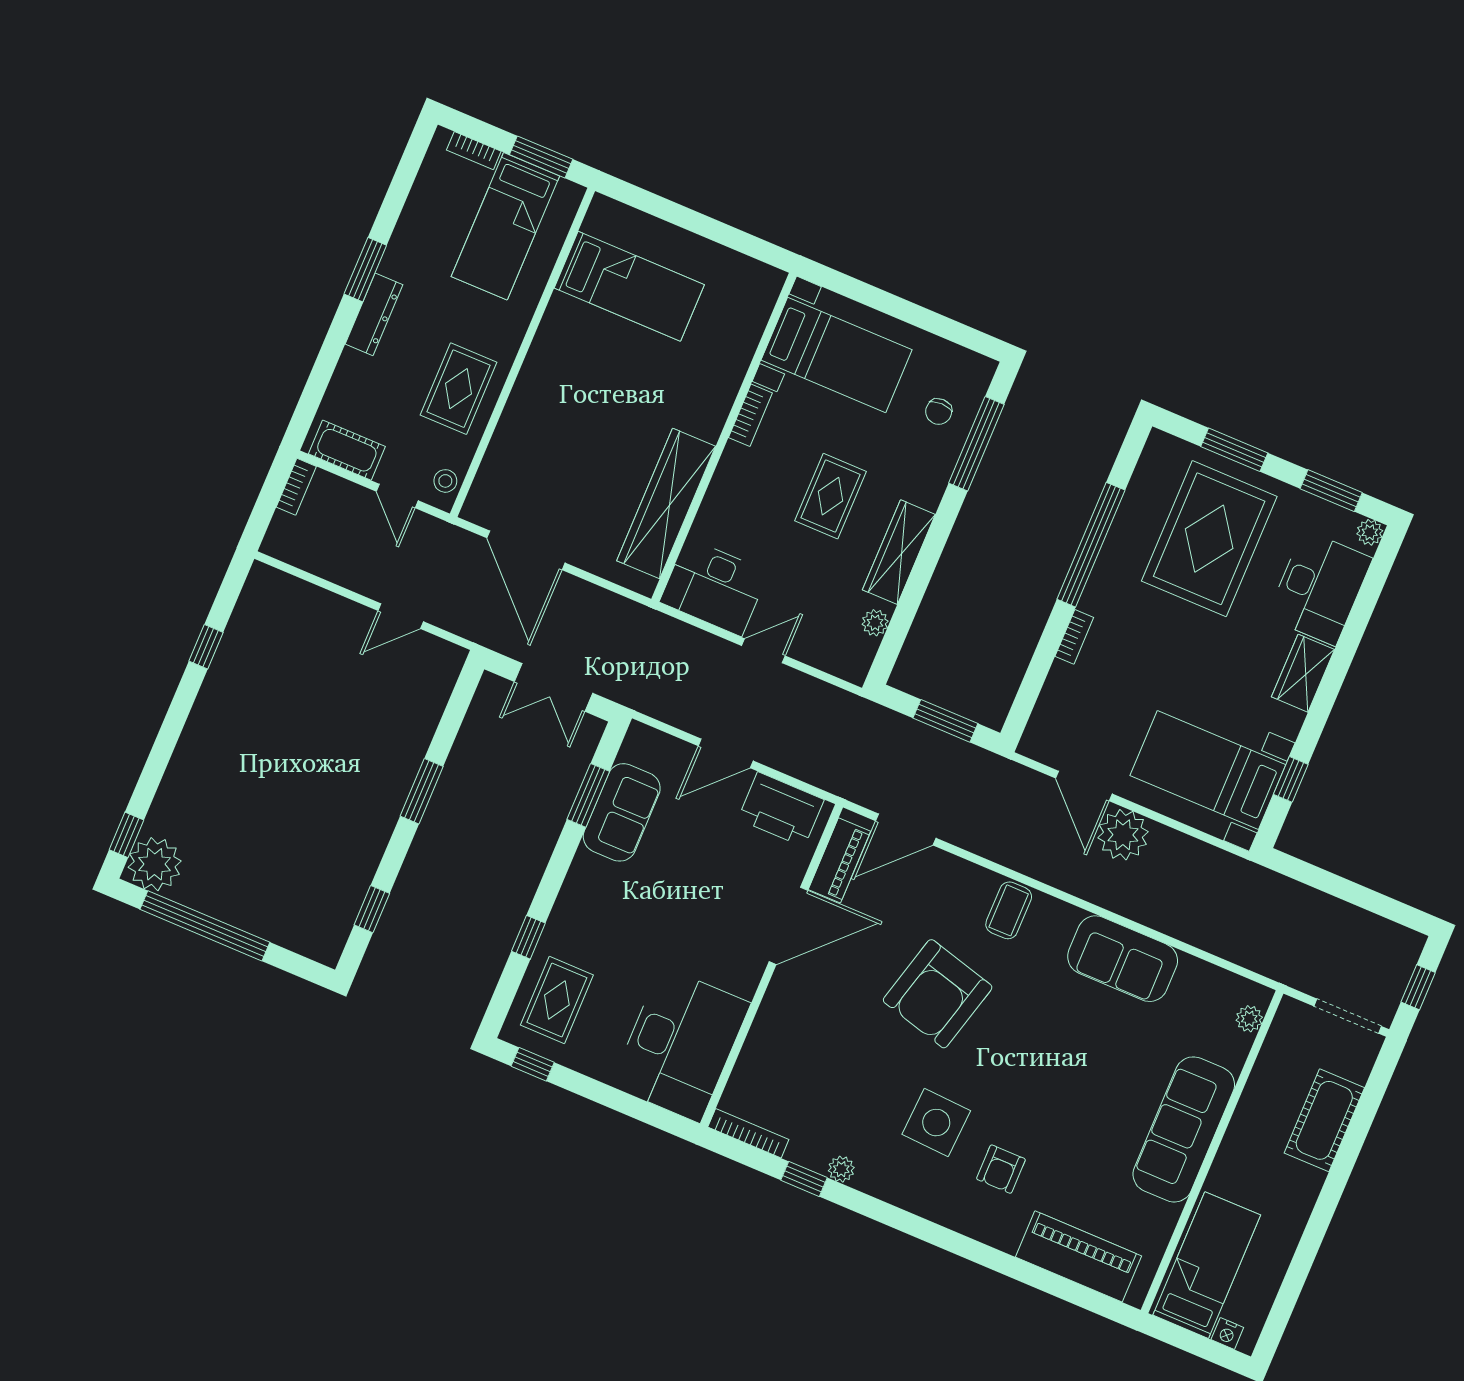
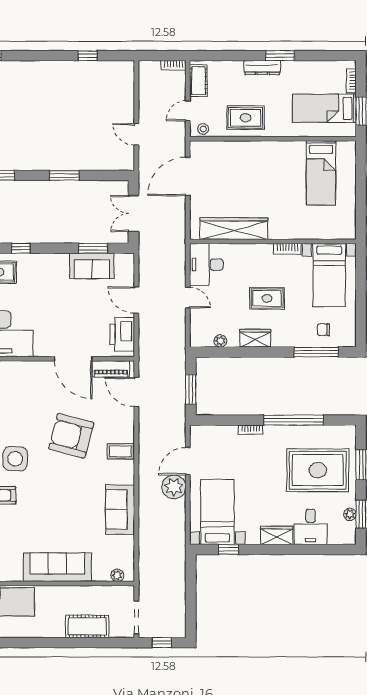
plant: (1370, 532) -> (350, 514), moved
wardrobe: (899, 552) -> (255, 338), width x0.67
desk: (1319, 588) -> (311, 527), width x0.73

